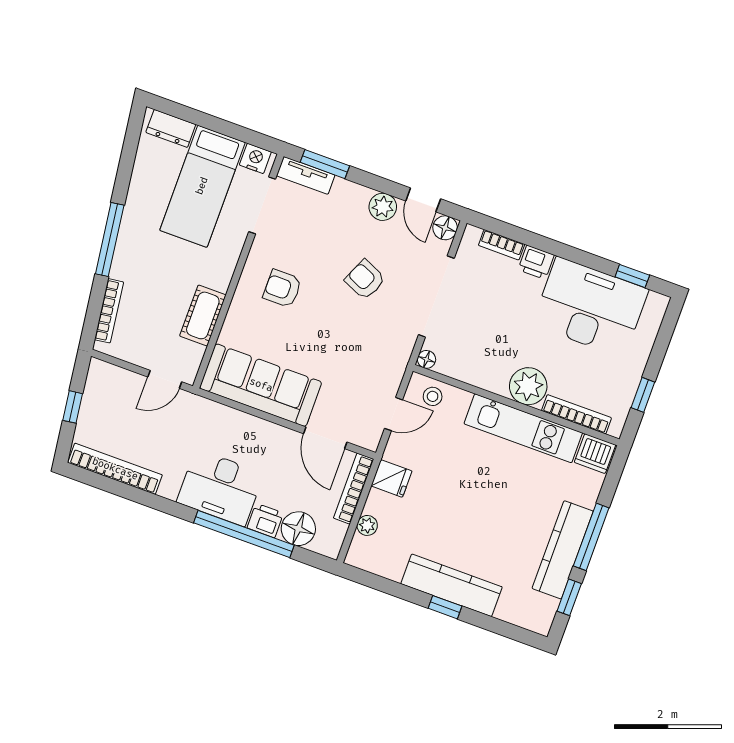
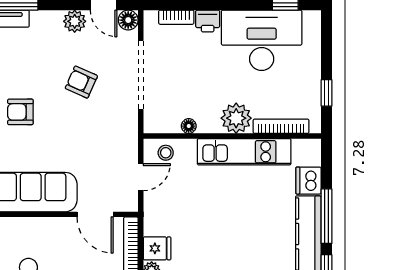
floor lamp: (426, 359) -> (189, 126), moved
dishwasher: (595, 454) -> (308, 181), moved, turned 90
fridge: (391, 478) -> (157, 248), moved

